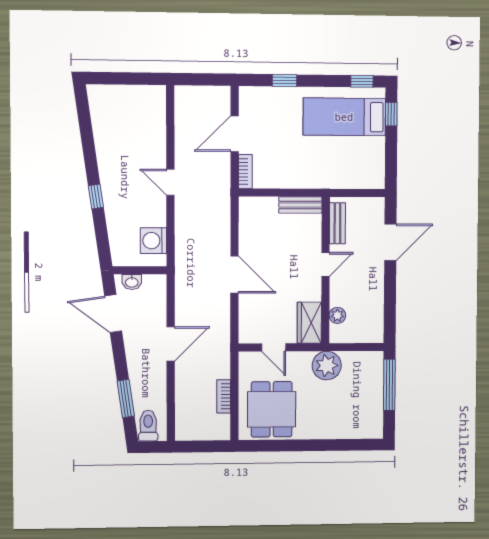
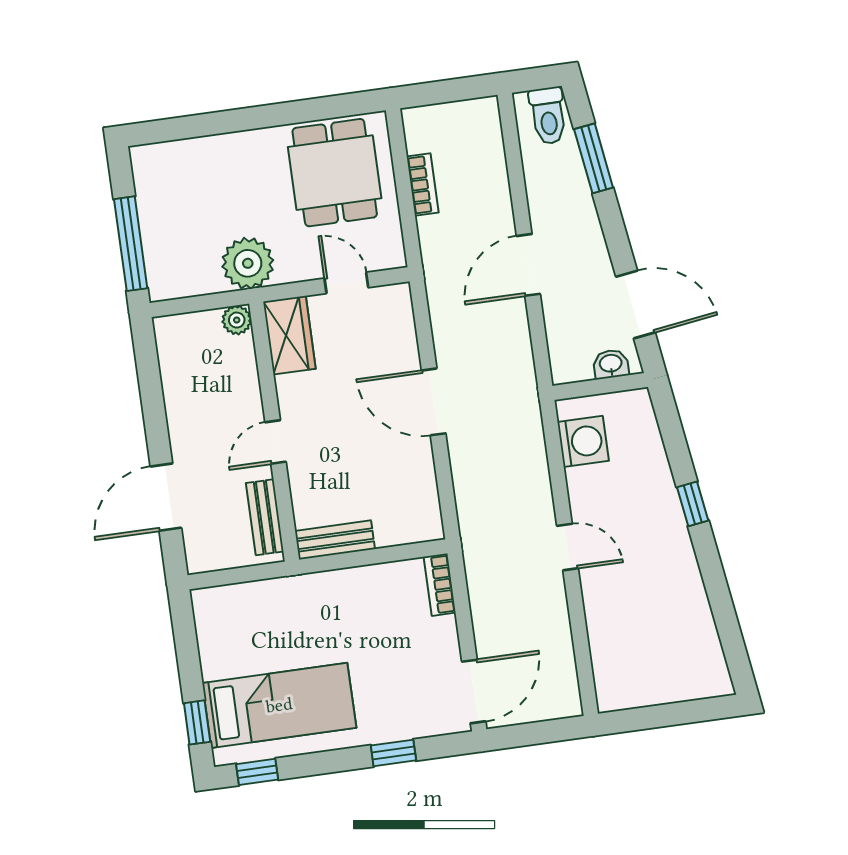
door: (235, 134) -> (474, 691), moved
plant: (337, 315) -> (237, 320), moved

